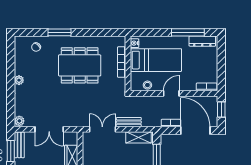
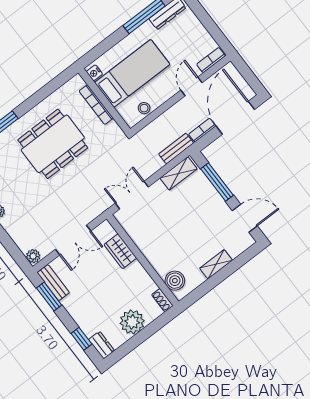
door: (171, 93) -> (192, 86), moved
window: (221, 109) -> (246, 73), removed
bench: (129, 122) -> (176, 149), moved
door: (195, 130) -> (235, 118), hinge flipped

